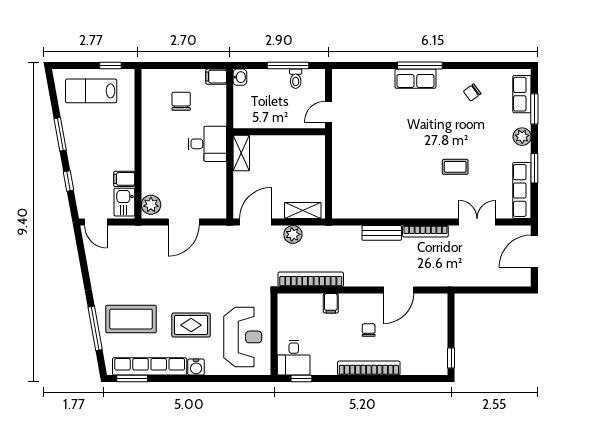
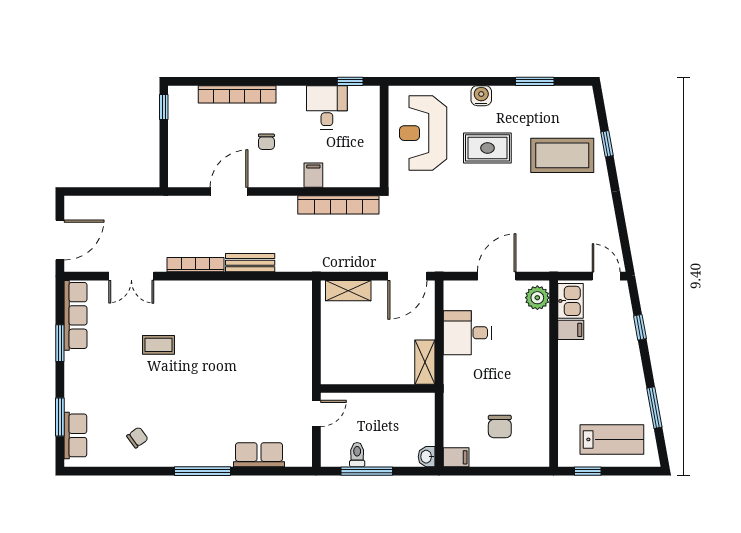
row of seats: (415, 79) -> (259, 455), moved
window: (60, 134) -> (654, 408), moved
plant: (522, 137) -> (75, 382), removed
desk: (207, 144) -> (467, 333), moved
plant: (293, 234) -> (361, 261), removed
window: (95, 328) -> (607, 144), width x0.46
desk: (294, 358) -> (327, 107), moved
row of seats: (150, 366) -> (539, 96), removed
bookcase: (369, 368) -> (237, 94), moved
window: (132, 379) -> (535, 81), moved

